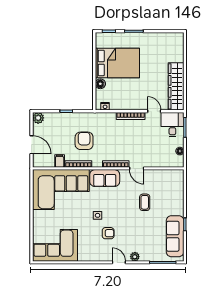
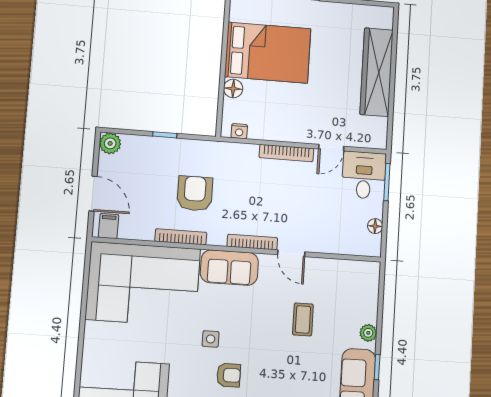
wardrobe: (176, 86) -> (377, 72), moved
door: (154, 111) -> (331, 148), swing flipped
filing cabinet: (60, 161) -> (108, 226), moved
plant: (179, 207) -> (368, 333), added

